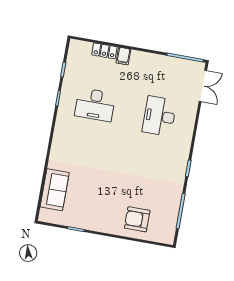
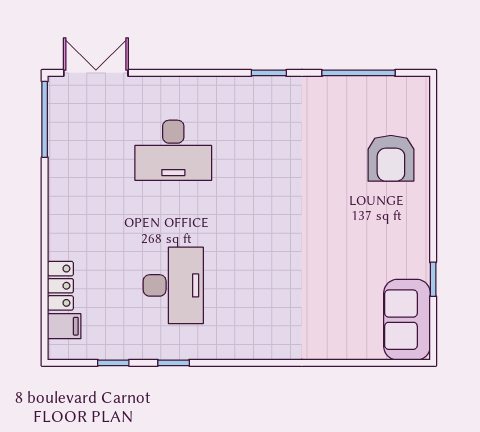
filing cabinet: (123, 56) -> (64, 326), moved
sofa: (55, 190) -> (407, 320), moved, turned -90

